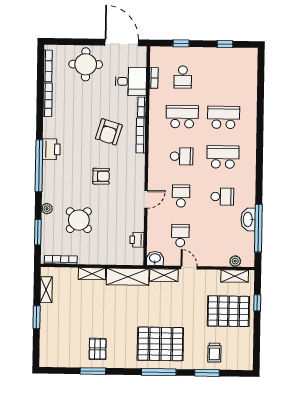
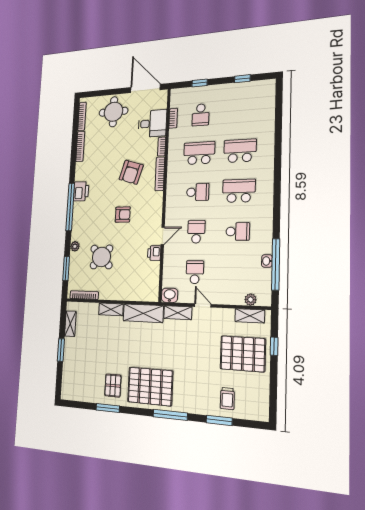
washbasin: (248, 219) -> (267, 261), width x0.52, depth x0.69
printer: (137, 240) -> (154, 253), moved
pallet: (160, 344) -> (150, 386), moved

